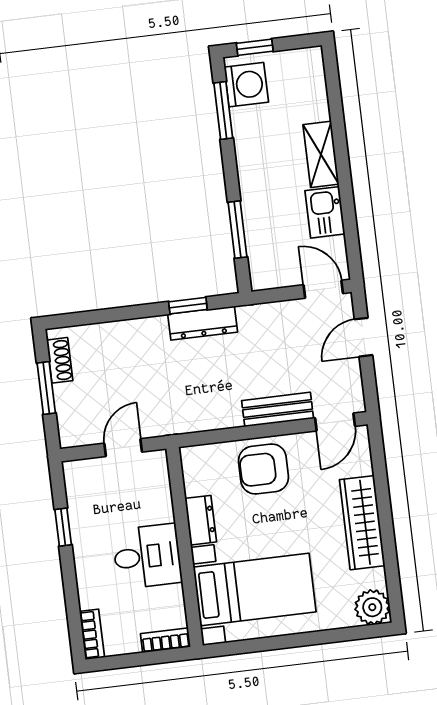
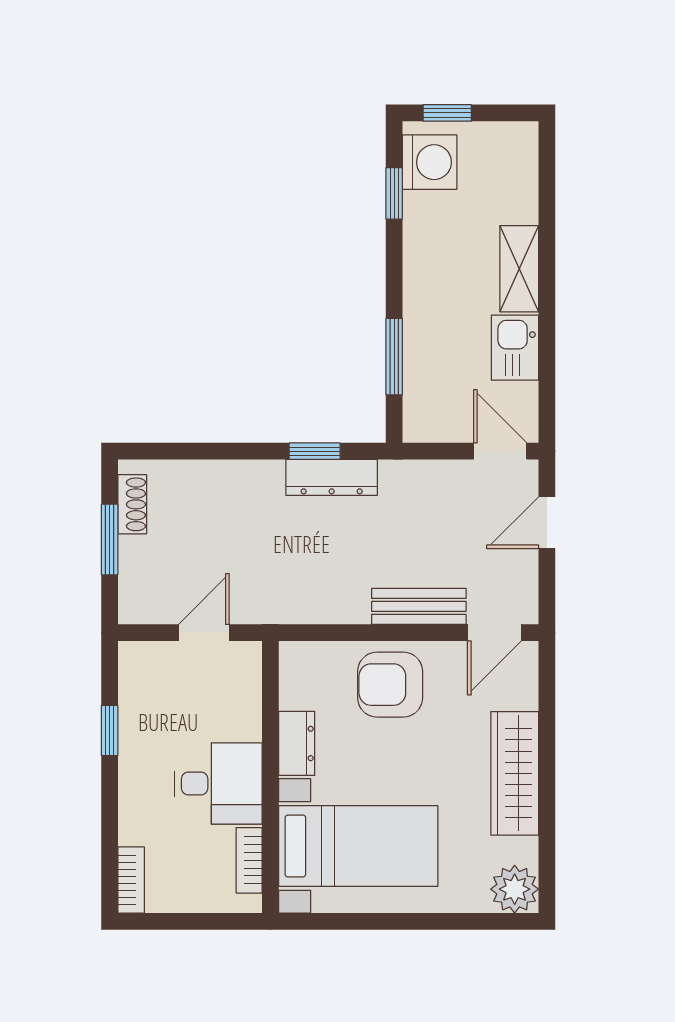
window: (223, 111) -> (394, 193), width x0.67
bookcase: (165, 640) -> (249, 860), moved, turned -90

